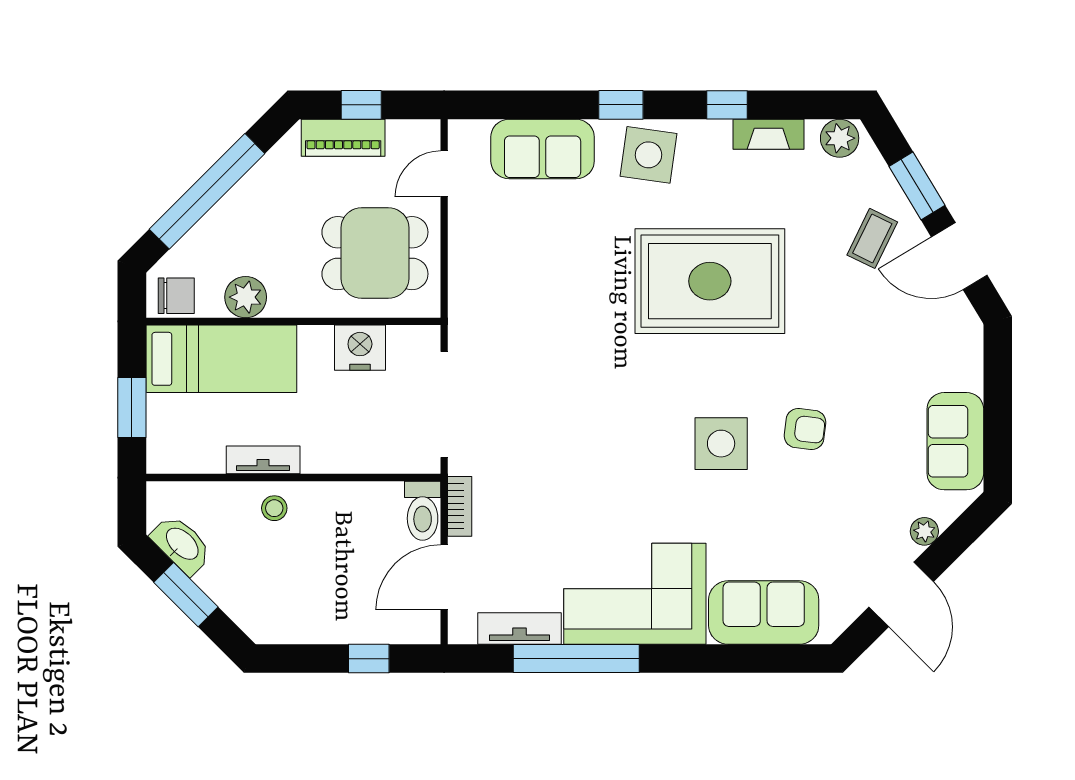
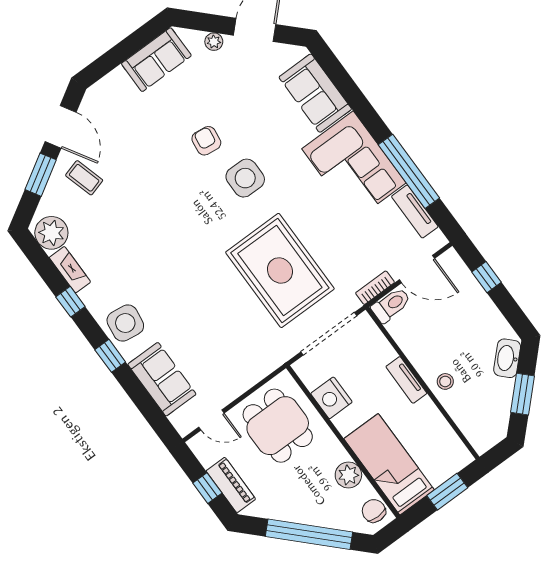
plant: (840, 138) -> (51, 233), width x1.36, depth x1.36
coffee table: (872, 238) -> (84, 178), turned 48
rug: (710, 281) -> (280, 270), moved
tv unit: (263, 460) -> (406, 380), moved
washbasin: (182, 544) -> (507, 358), moved

